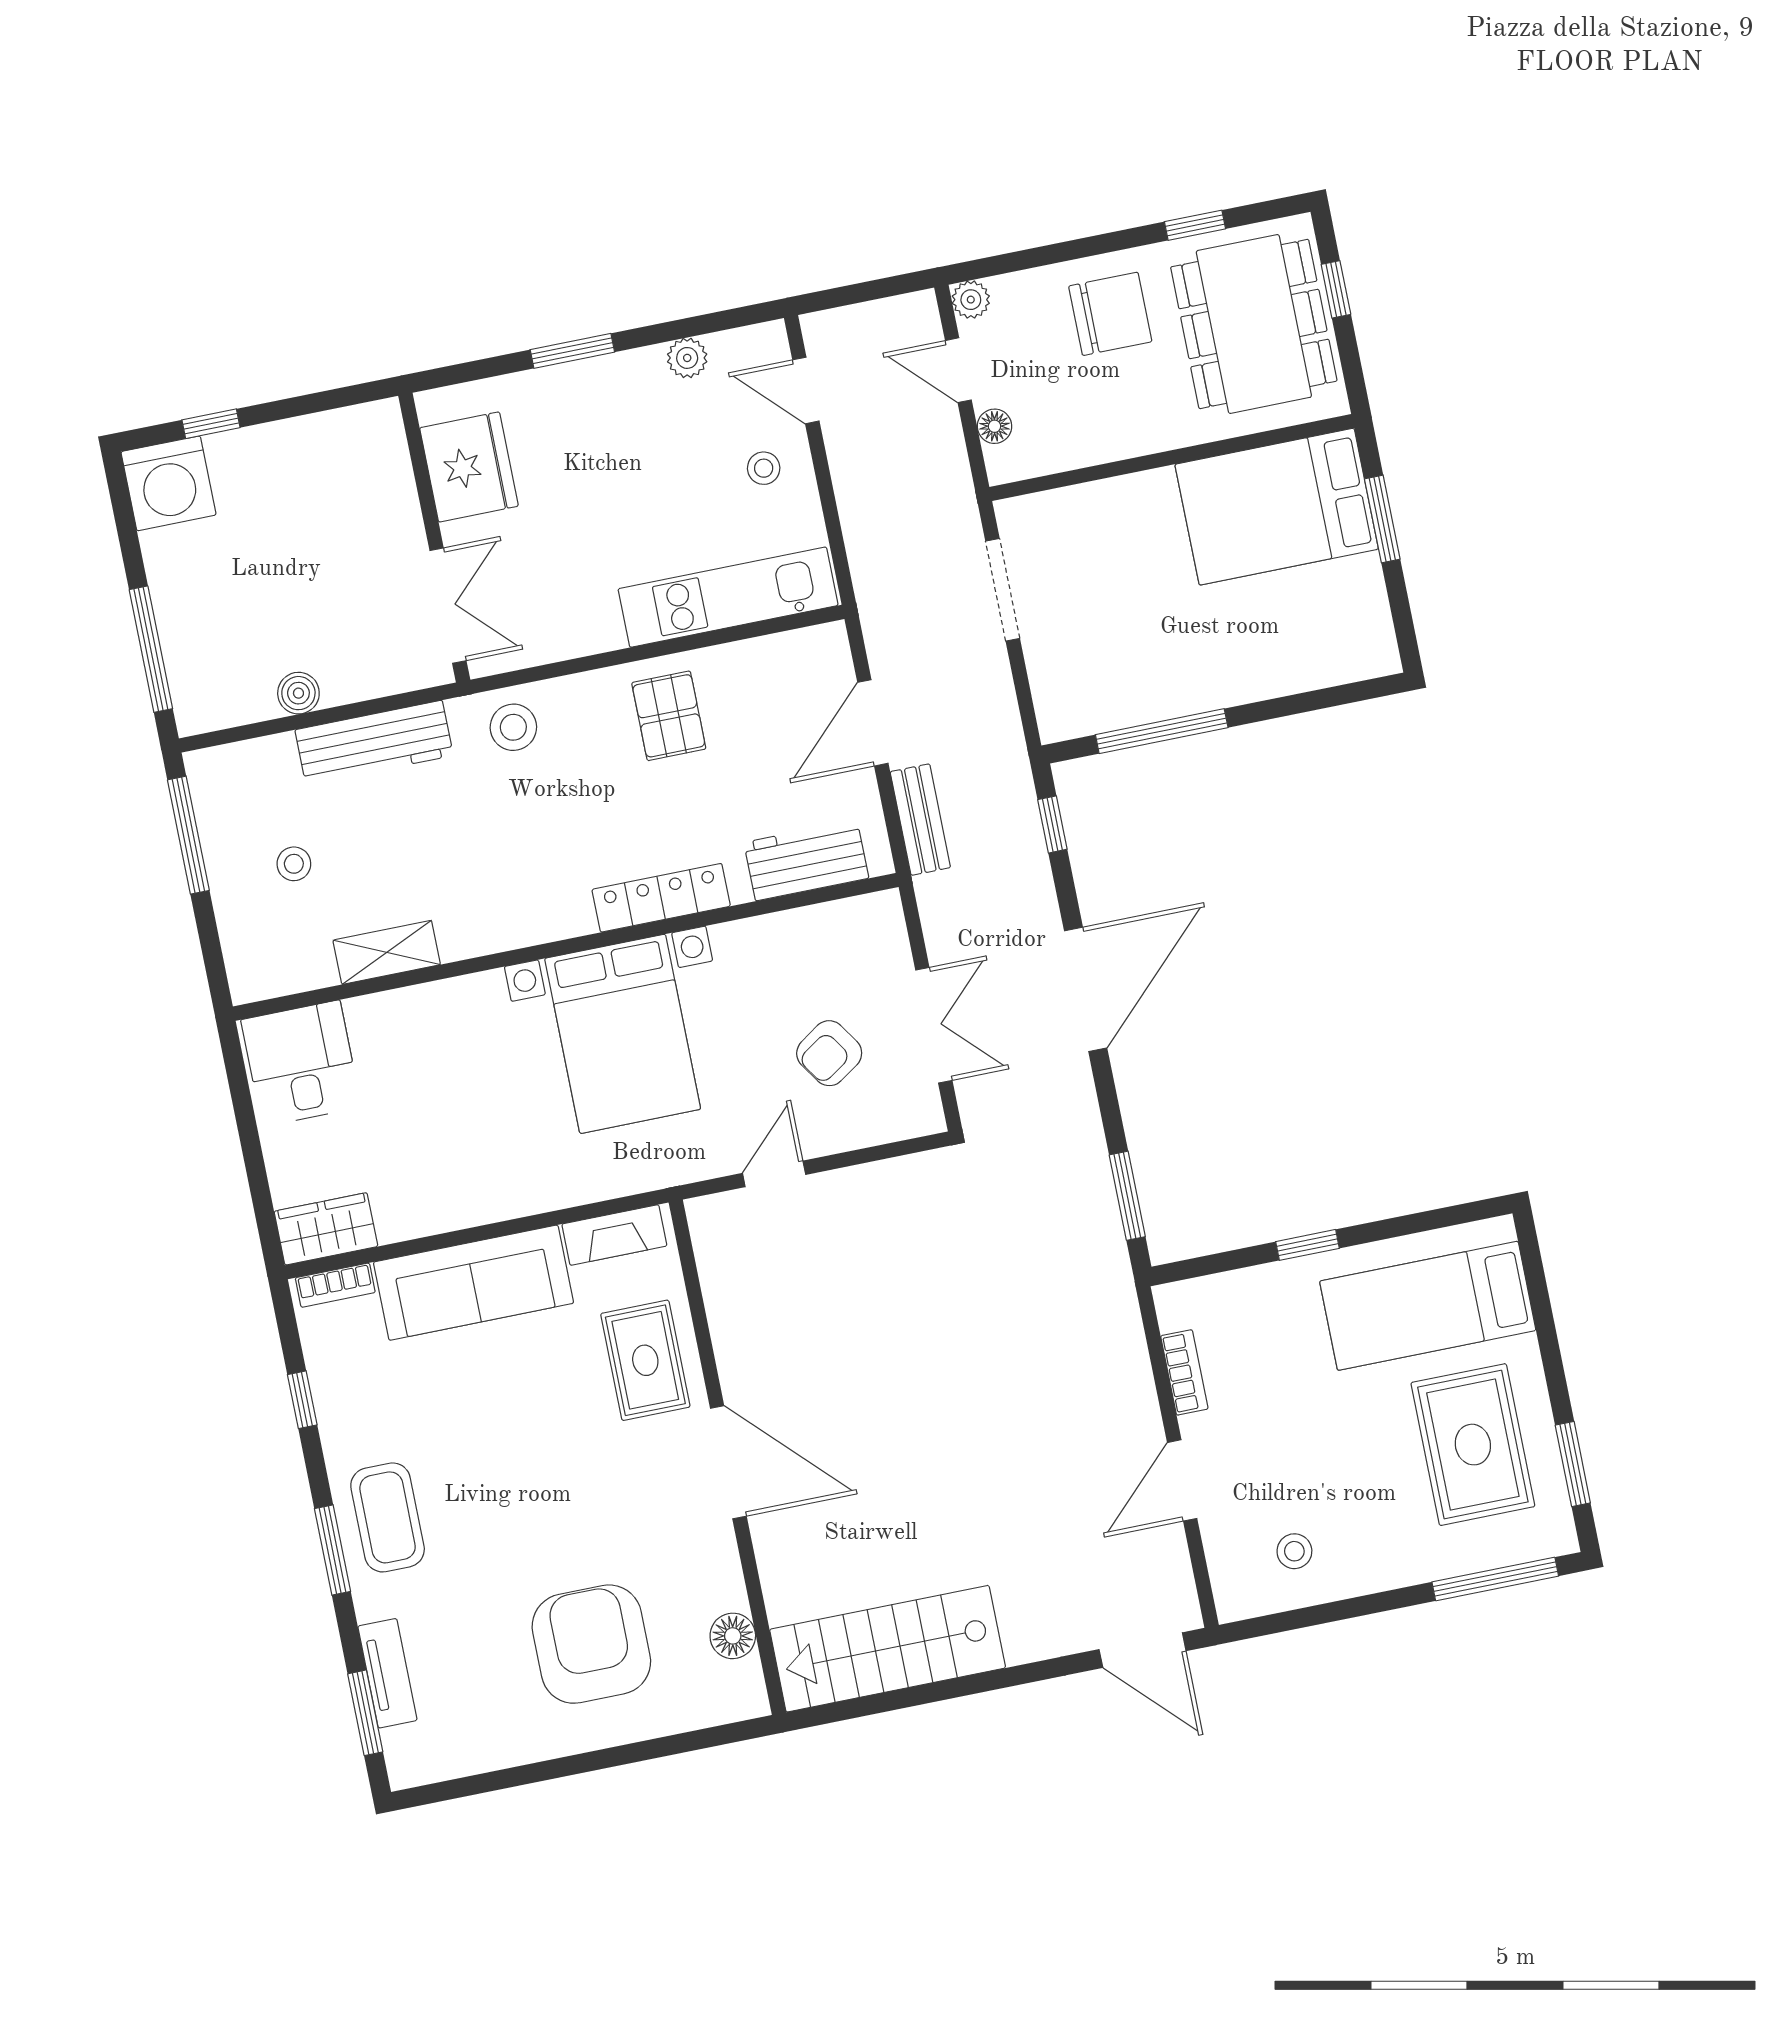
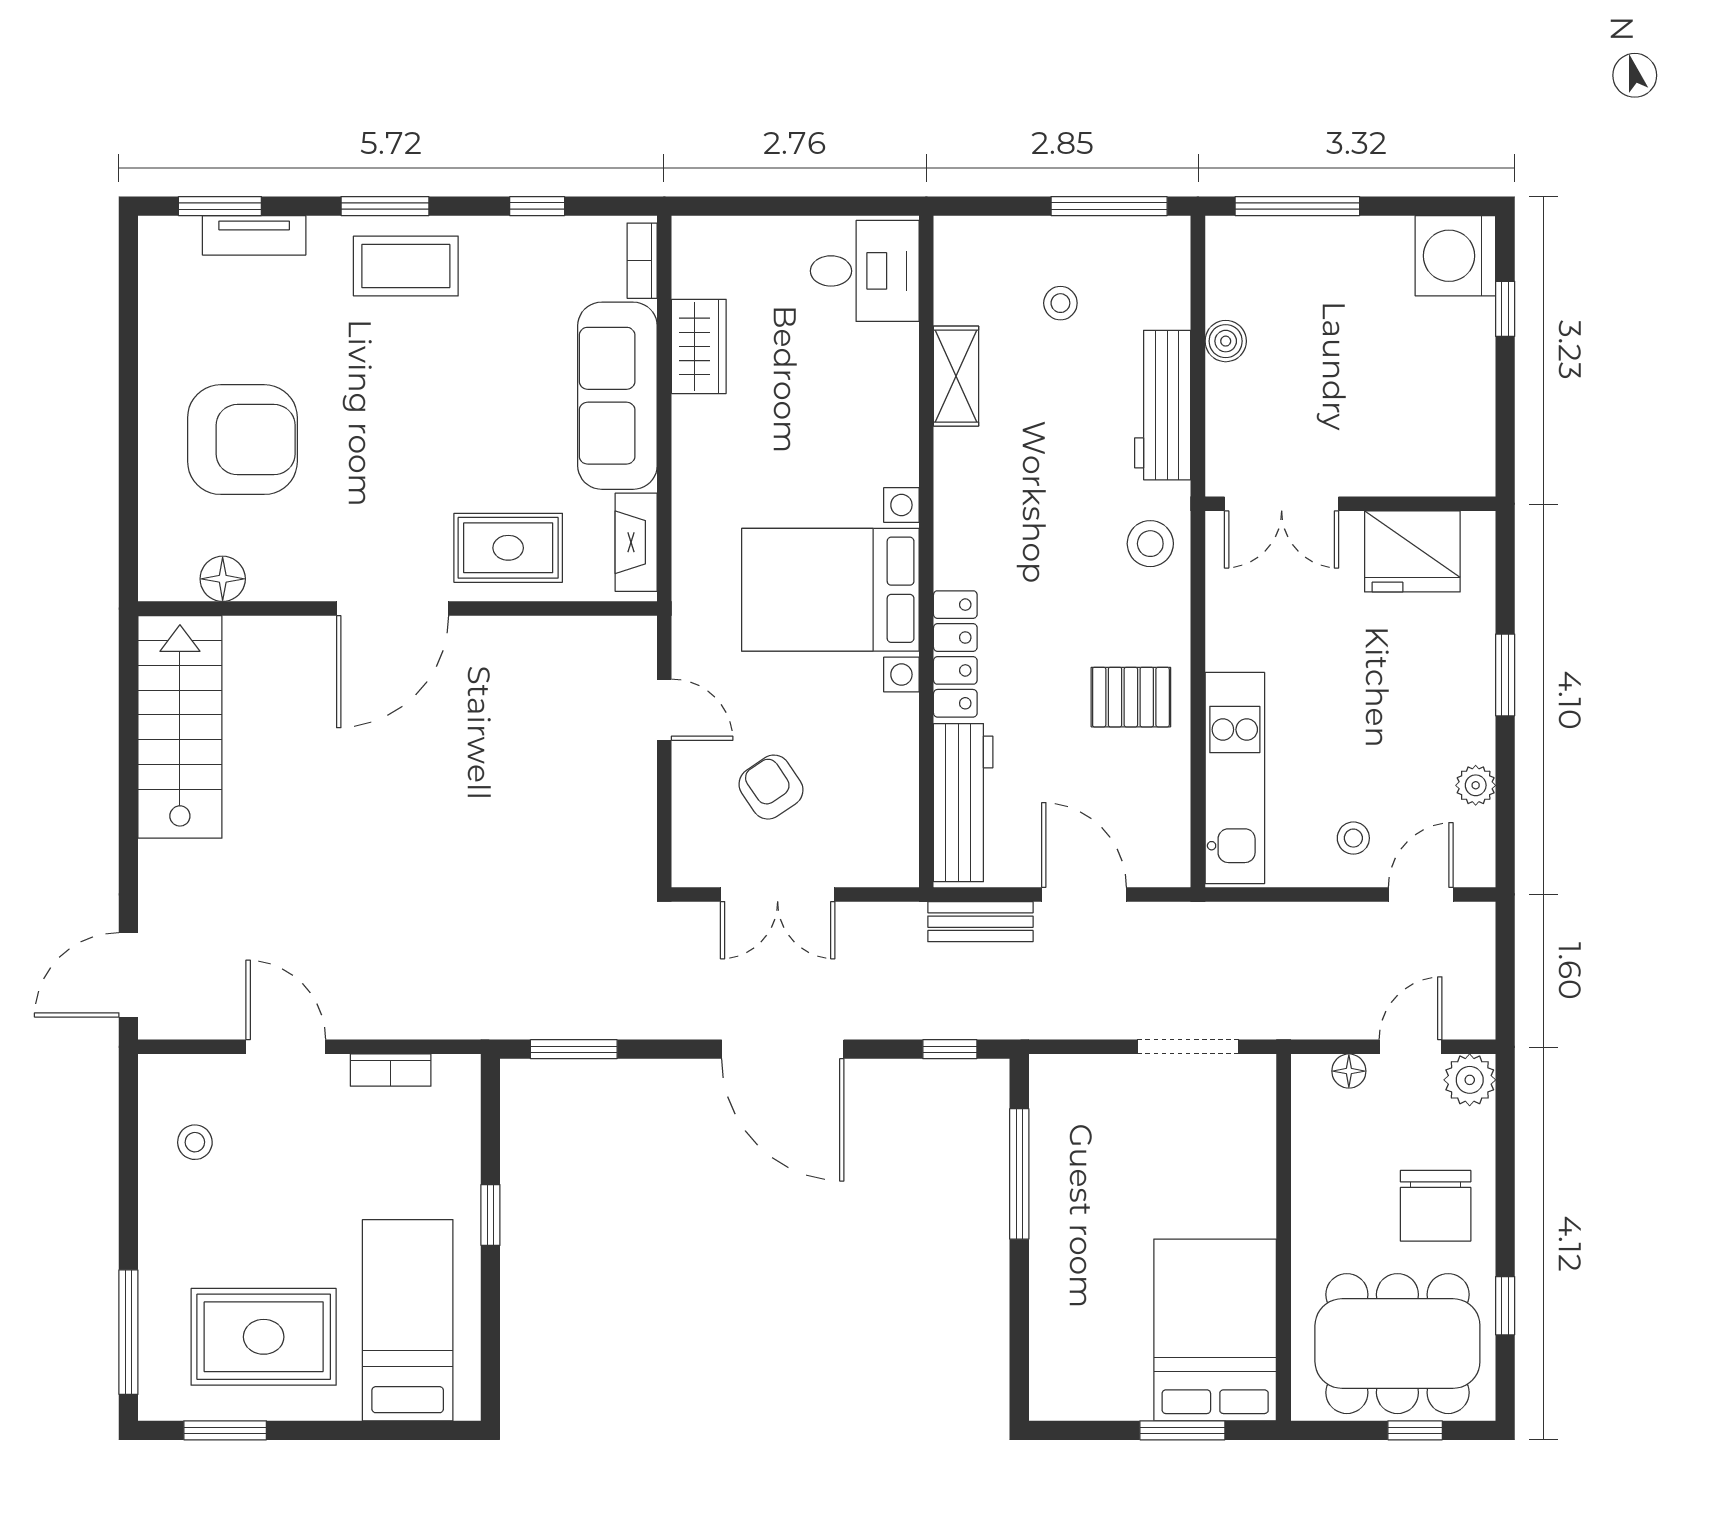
plant: (971, 300) -> (1470, 1080), width x1.38, depth x1.38
workbench: (806, 860) -> (963, 803), width x1.38
wardrobe: (326, 1229) -> (699, 346), moved

